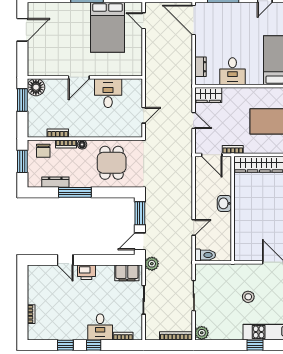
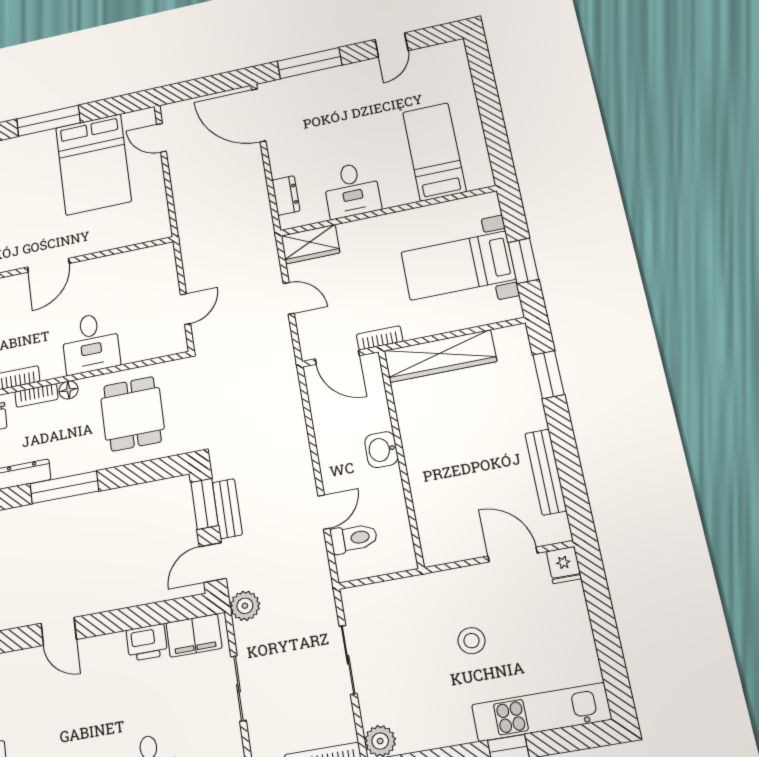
desk: (108, 93) -> (91, 343), moved, turned 180
bench: (150, 217) -> (227, 509), added
toilet: (205, 255) -> (354, 538), moved
printer: (86, 272) -> (147, 643), moved

